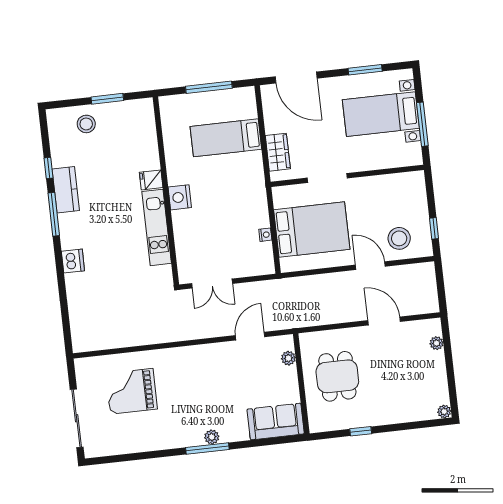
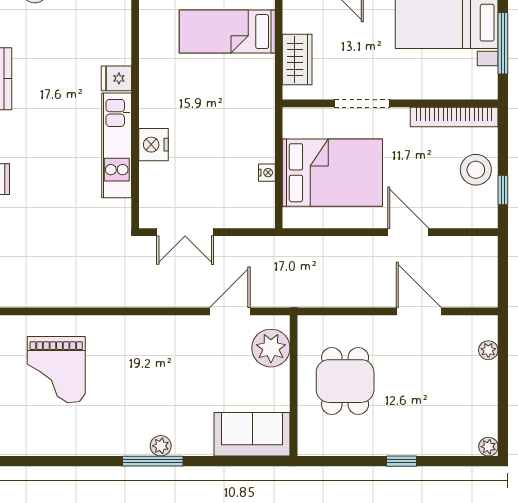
bookcase: (394, 180) -> (454, 117), added
nightstand: (180, 197) -> (154, 145), moved
stool: (399, 238) -> (476, 170), moved
plant: (288, 358) -> (271, 348), width x1.88, depth x1.88
grand piano: (132, 391) -> (56, 370), turned -90
window: (361, 431) -> (401, 461), moved

